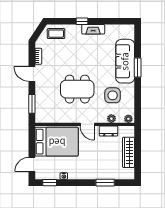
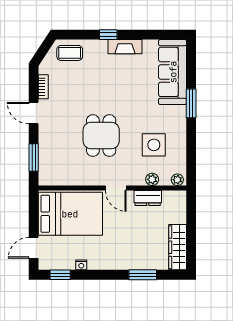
sofa: (125, 61) -> (173, 72), moved
dining table: (77, 89) -> (101, 136), width x0.73
wardrobe: (129, 152) -> (178, 247), moved

